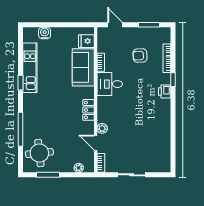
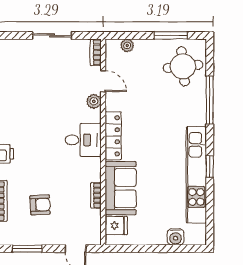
kitchen unit: (30, 68) -> (196, 175), width x1.36
desk: (110, 84) -> (83, 140), moved
locker: (89, 110) -> (113, 136), width x1.53

